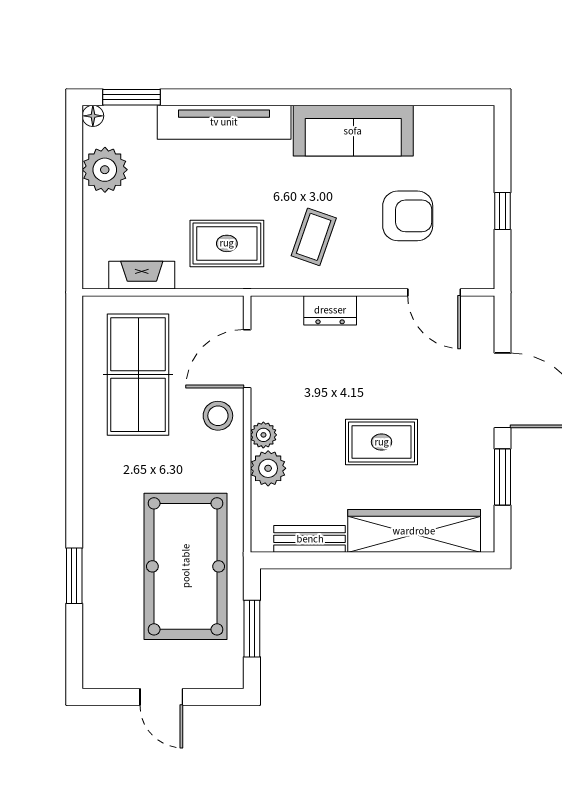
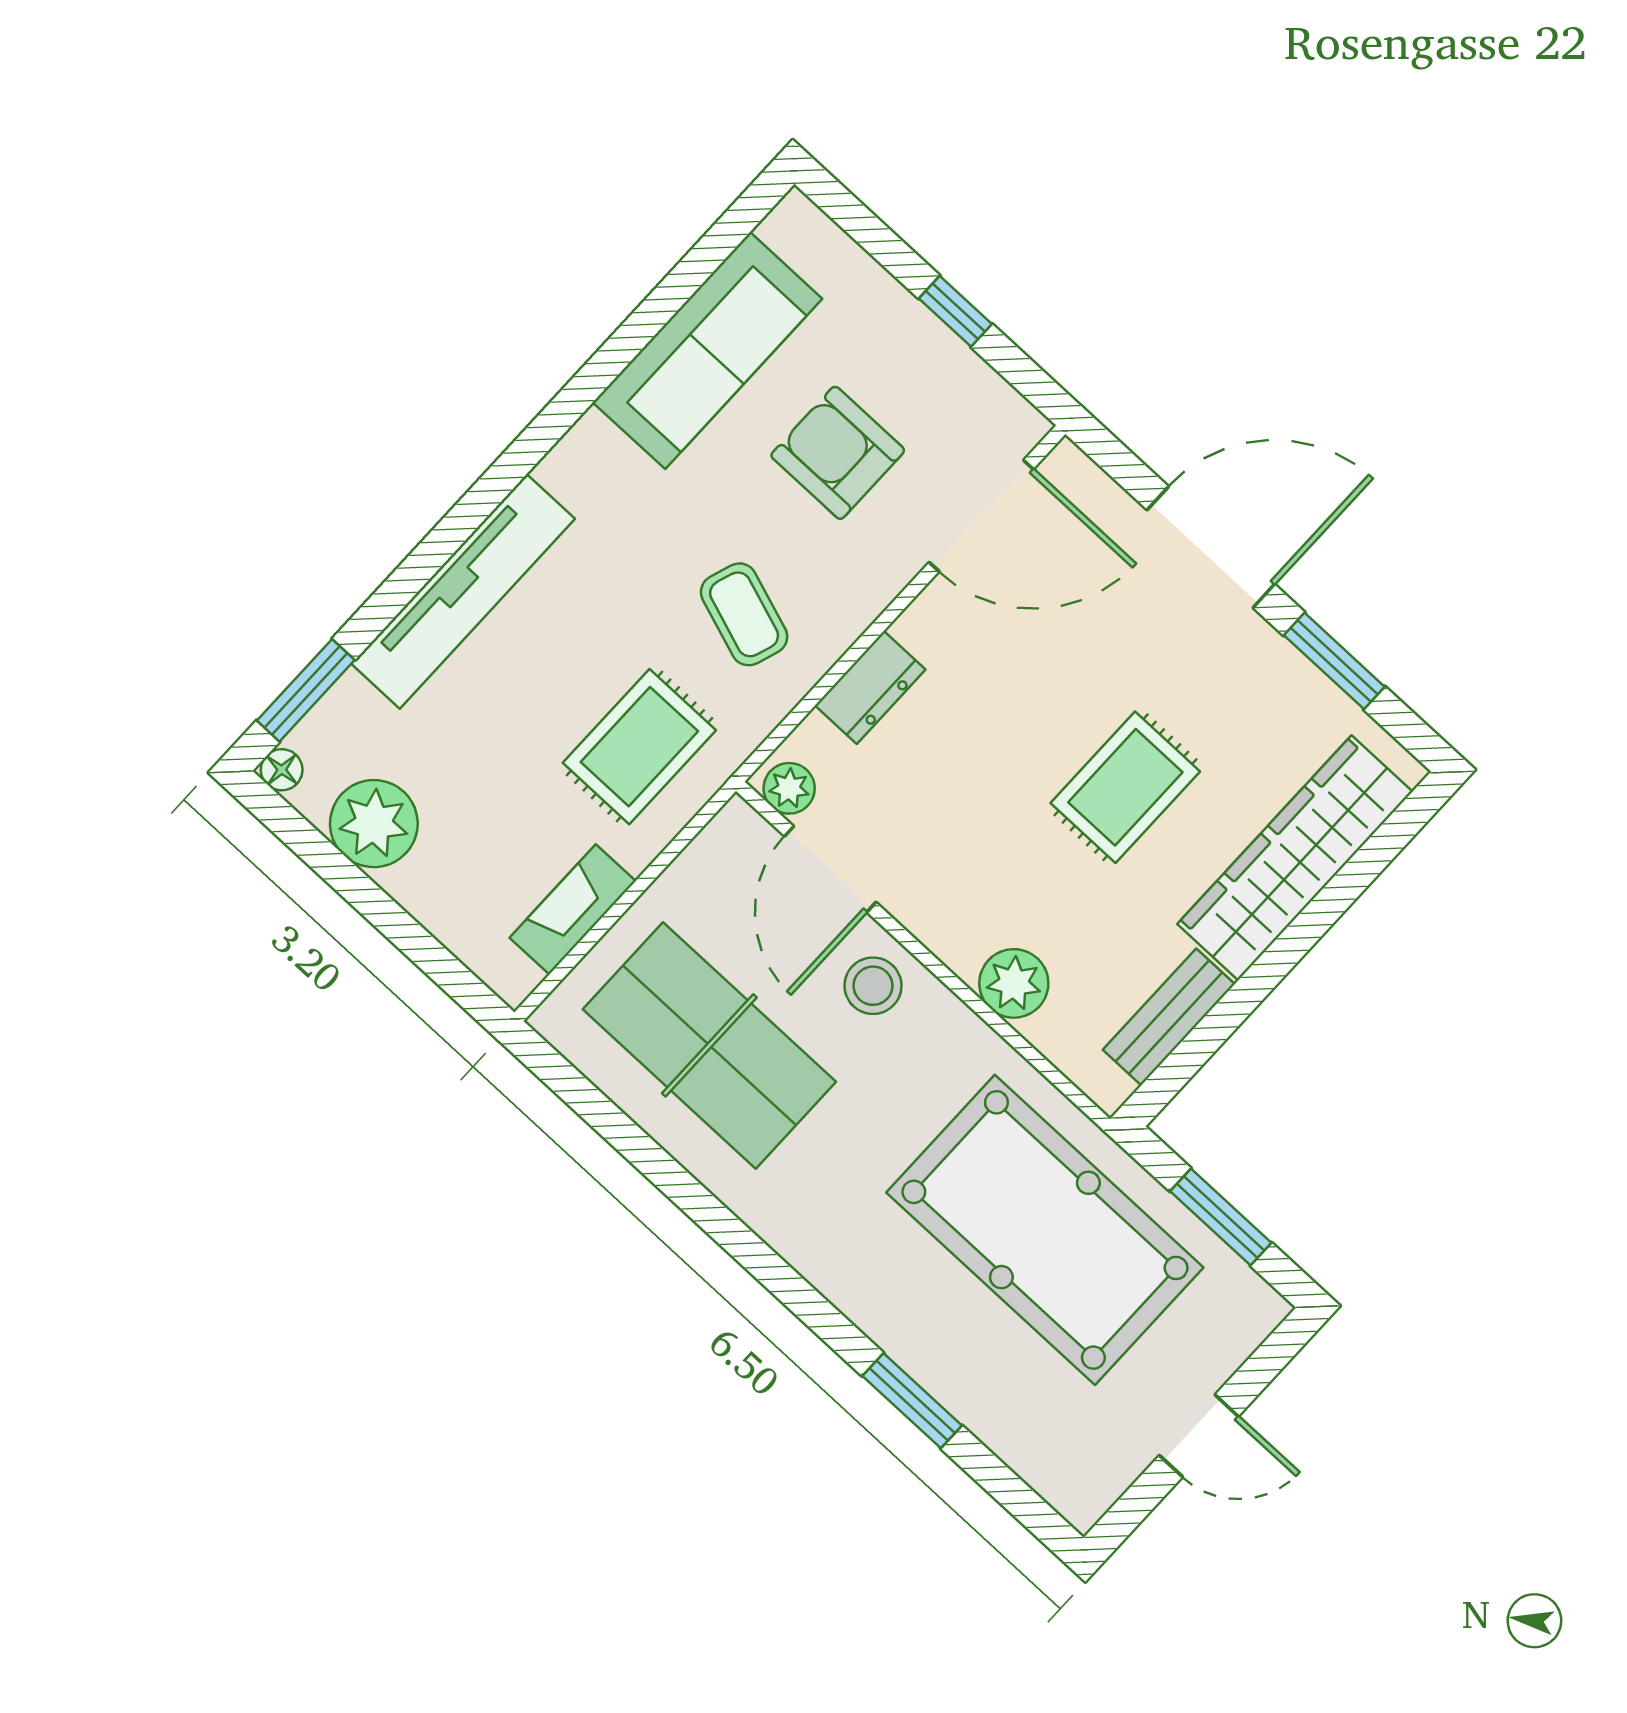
sofa: (353, 131) -> (707, 350), moved
armchair: (408, 216) -> (838, 453), turned -90
door: (434, 292) -> (981, 516), width x1.36
plant: (263, 435) -> (789, 788), moved

